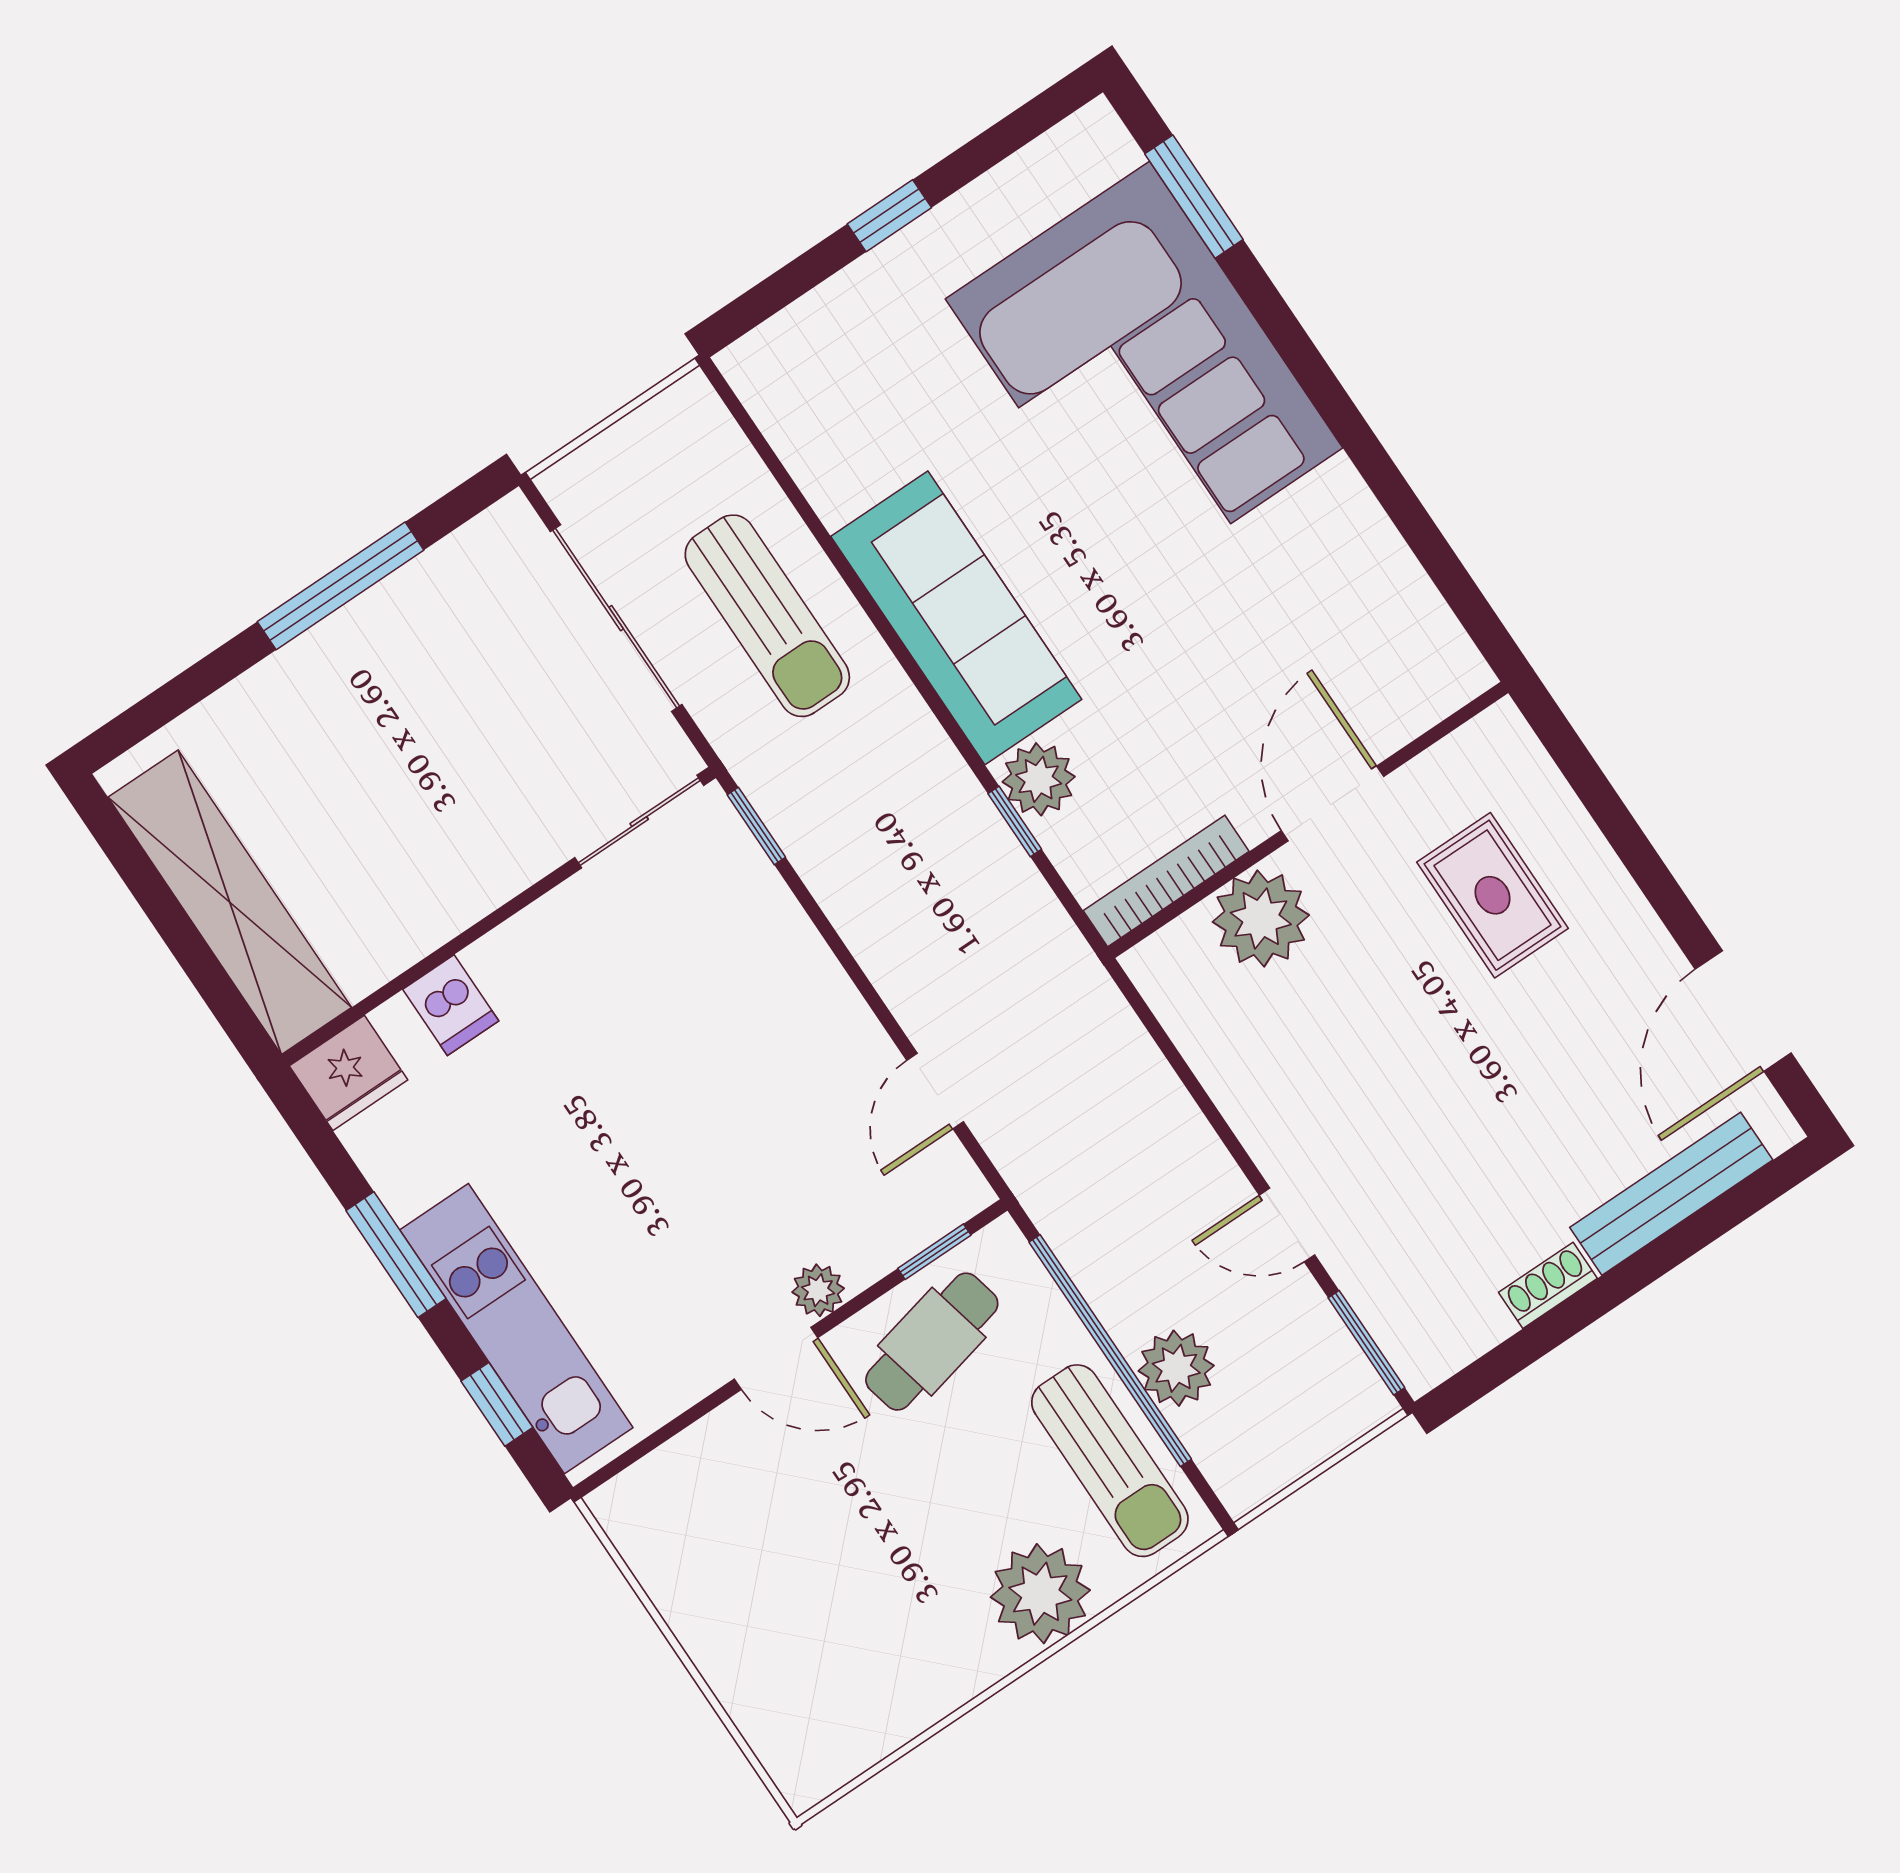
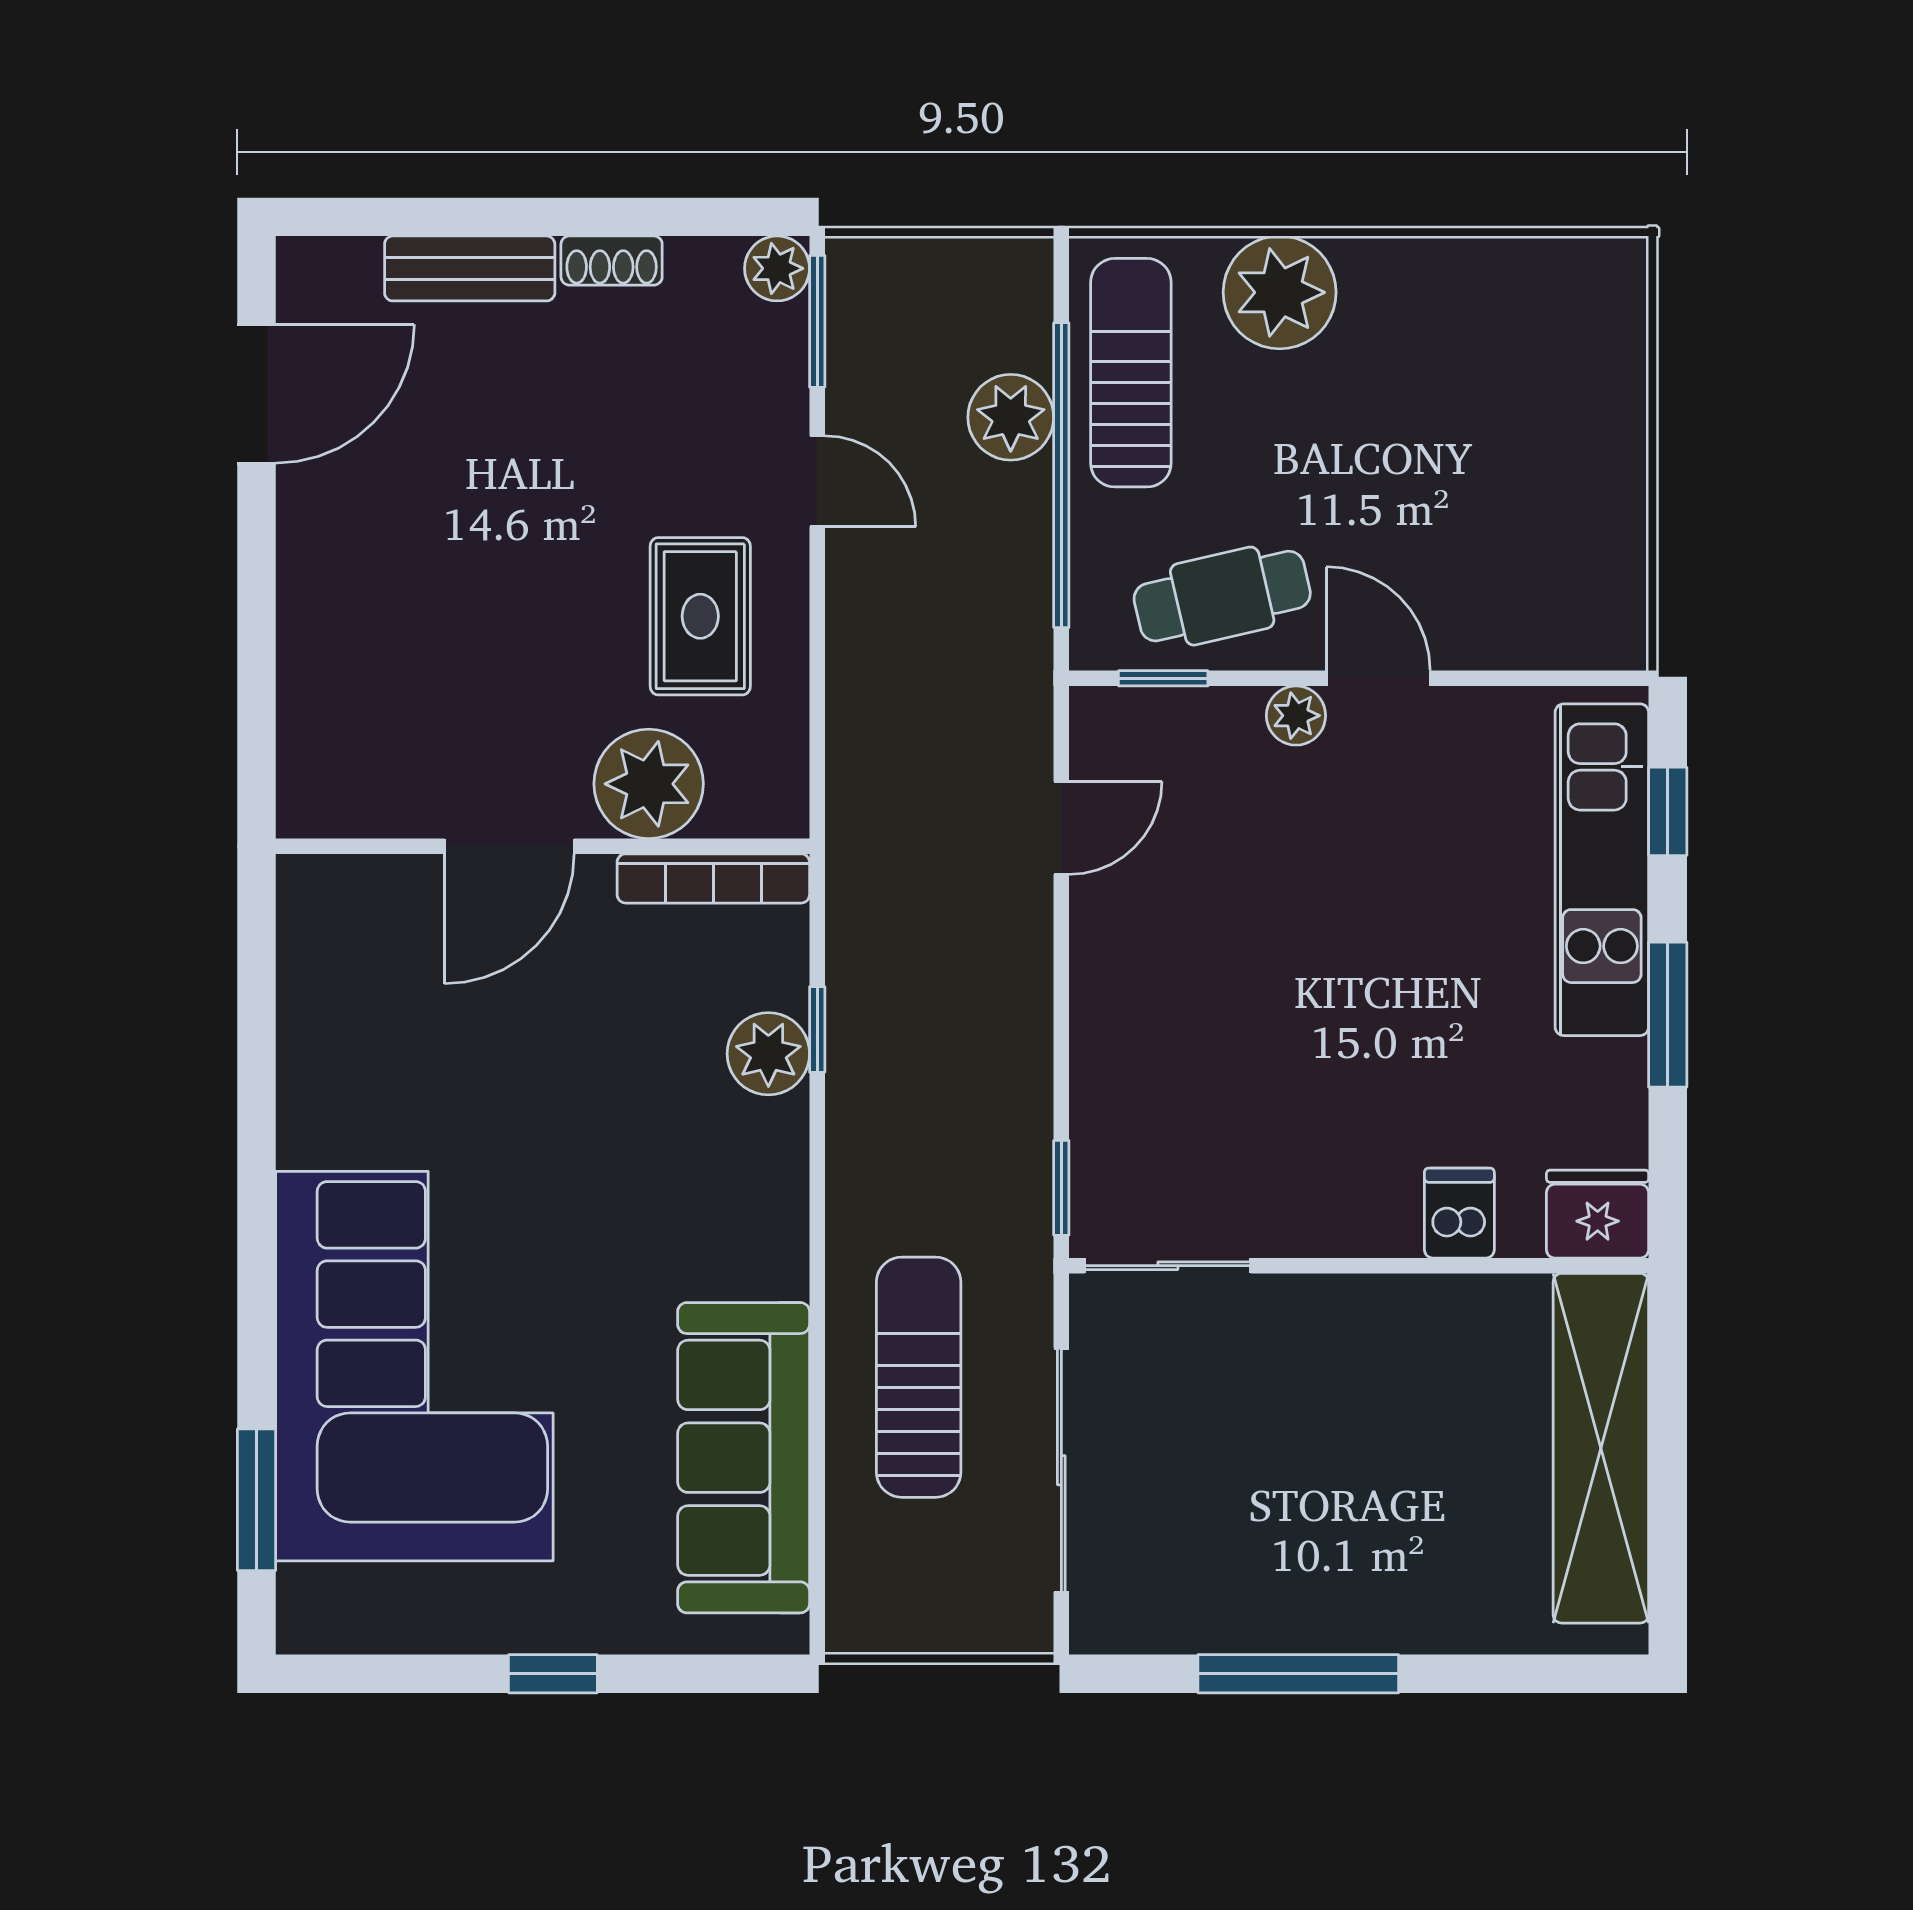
sofa: (956, 618) -> (744, 1458), moved
rug: (1493, 895) -> (700, 616), moved
bench: (1671, 1194) -> (470, 268), width x0.73
plant: (1422, 1362) -> (777, 268), added

